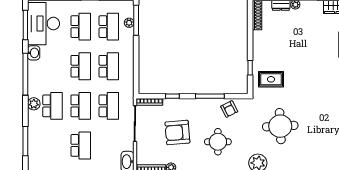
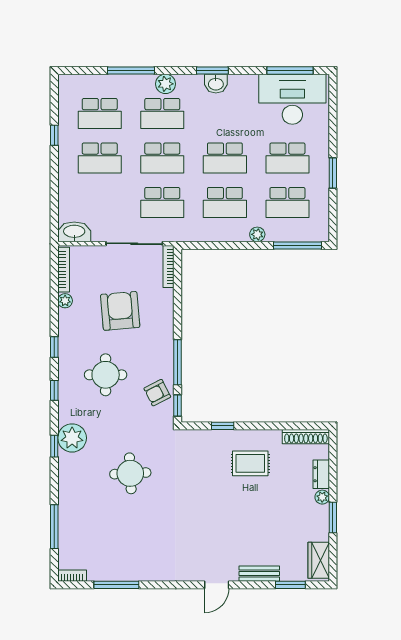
plant: (129, 23) -> (257, 234), moved
washbasin: (34, 53) -> (216, 84), moved
window: (25, 74) -> (212, 70), width x0.47
rug: (271, 79) -> (250, 463), moved, turned 90
window: (172, 96) -> (178, 406), moved
round table: (280, 126) -> (130, 473), width x0.73, depth x0.73
window: (25, 141) -> (131, 70), moved
school desk: (53, 145) -> (100, 113), added

